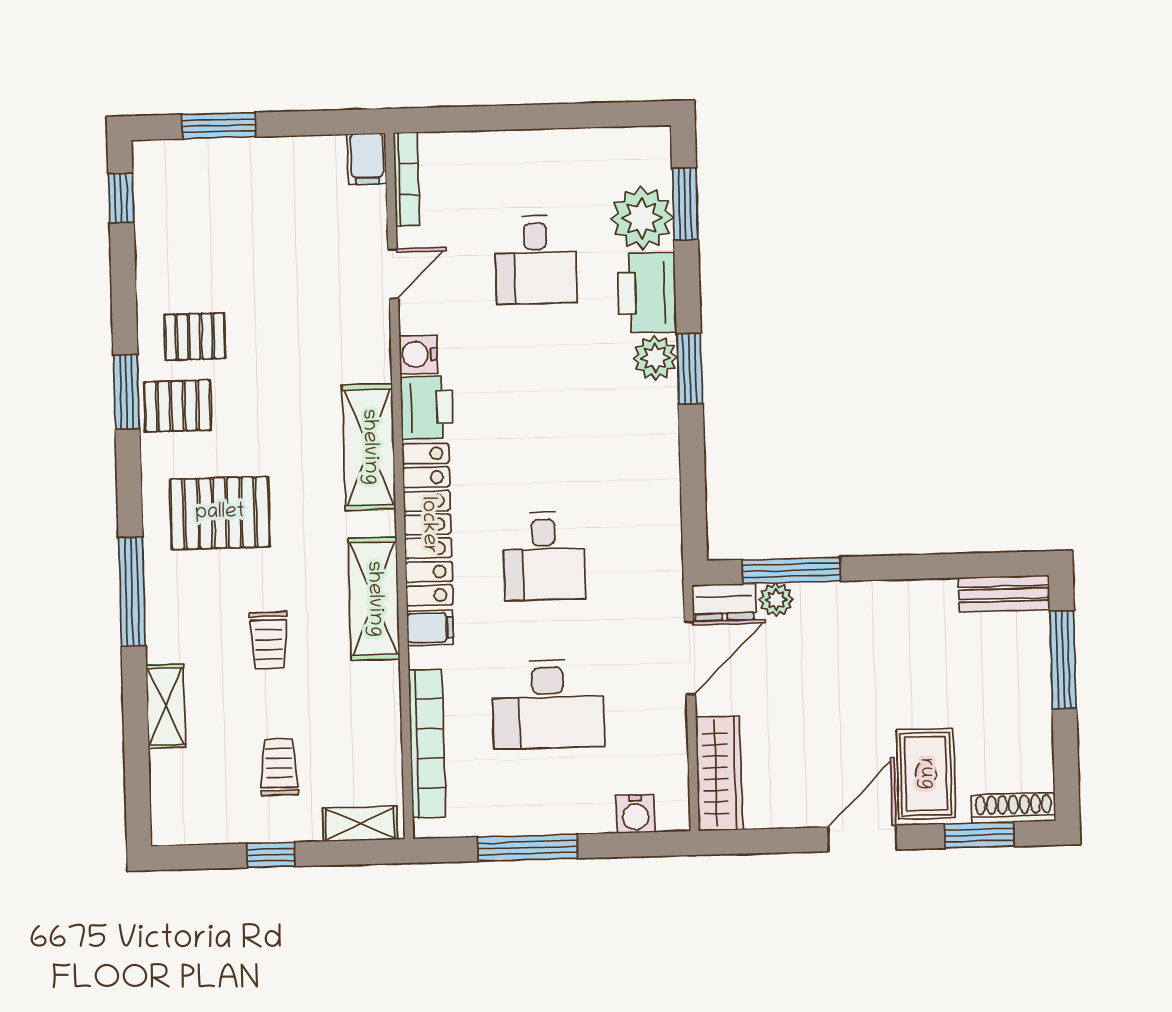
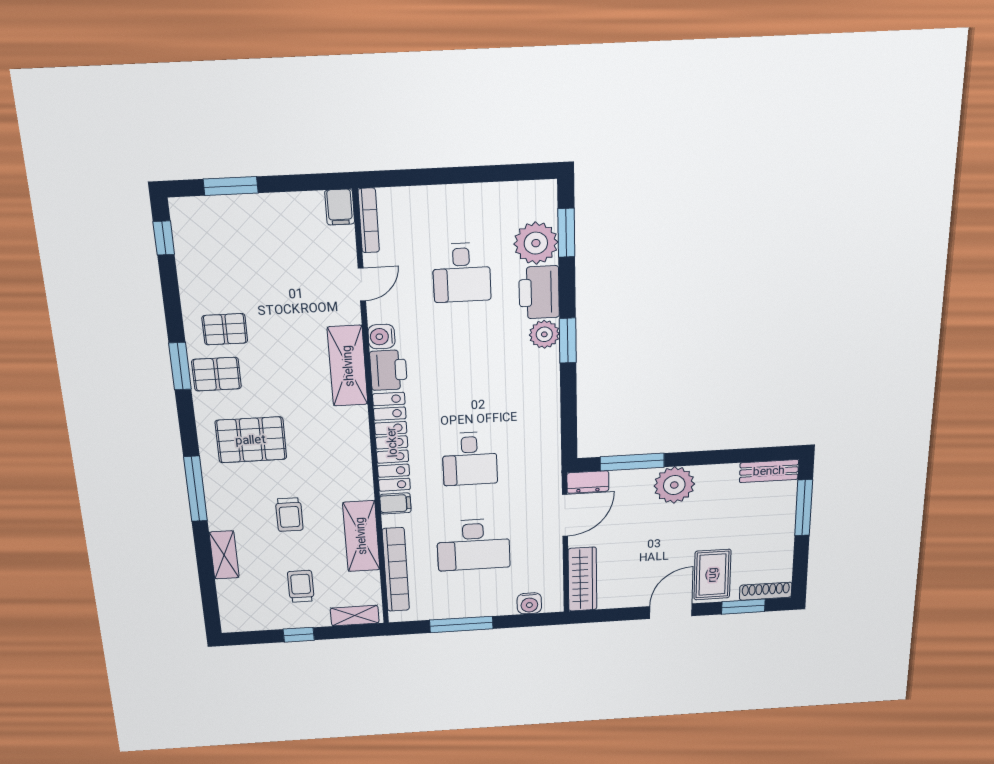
shelving: (369, 447) -> (348, 366), moved
shelving: (374, 599) -> (361, 536), moved
plant: (776, 600) -> (674, 485), moved, width x1.87, depth x1.87

